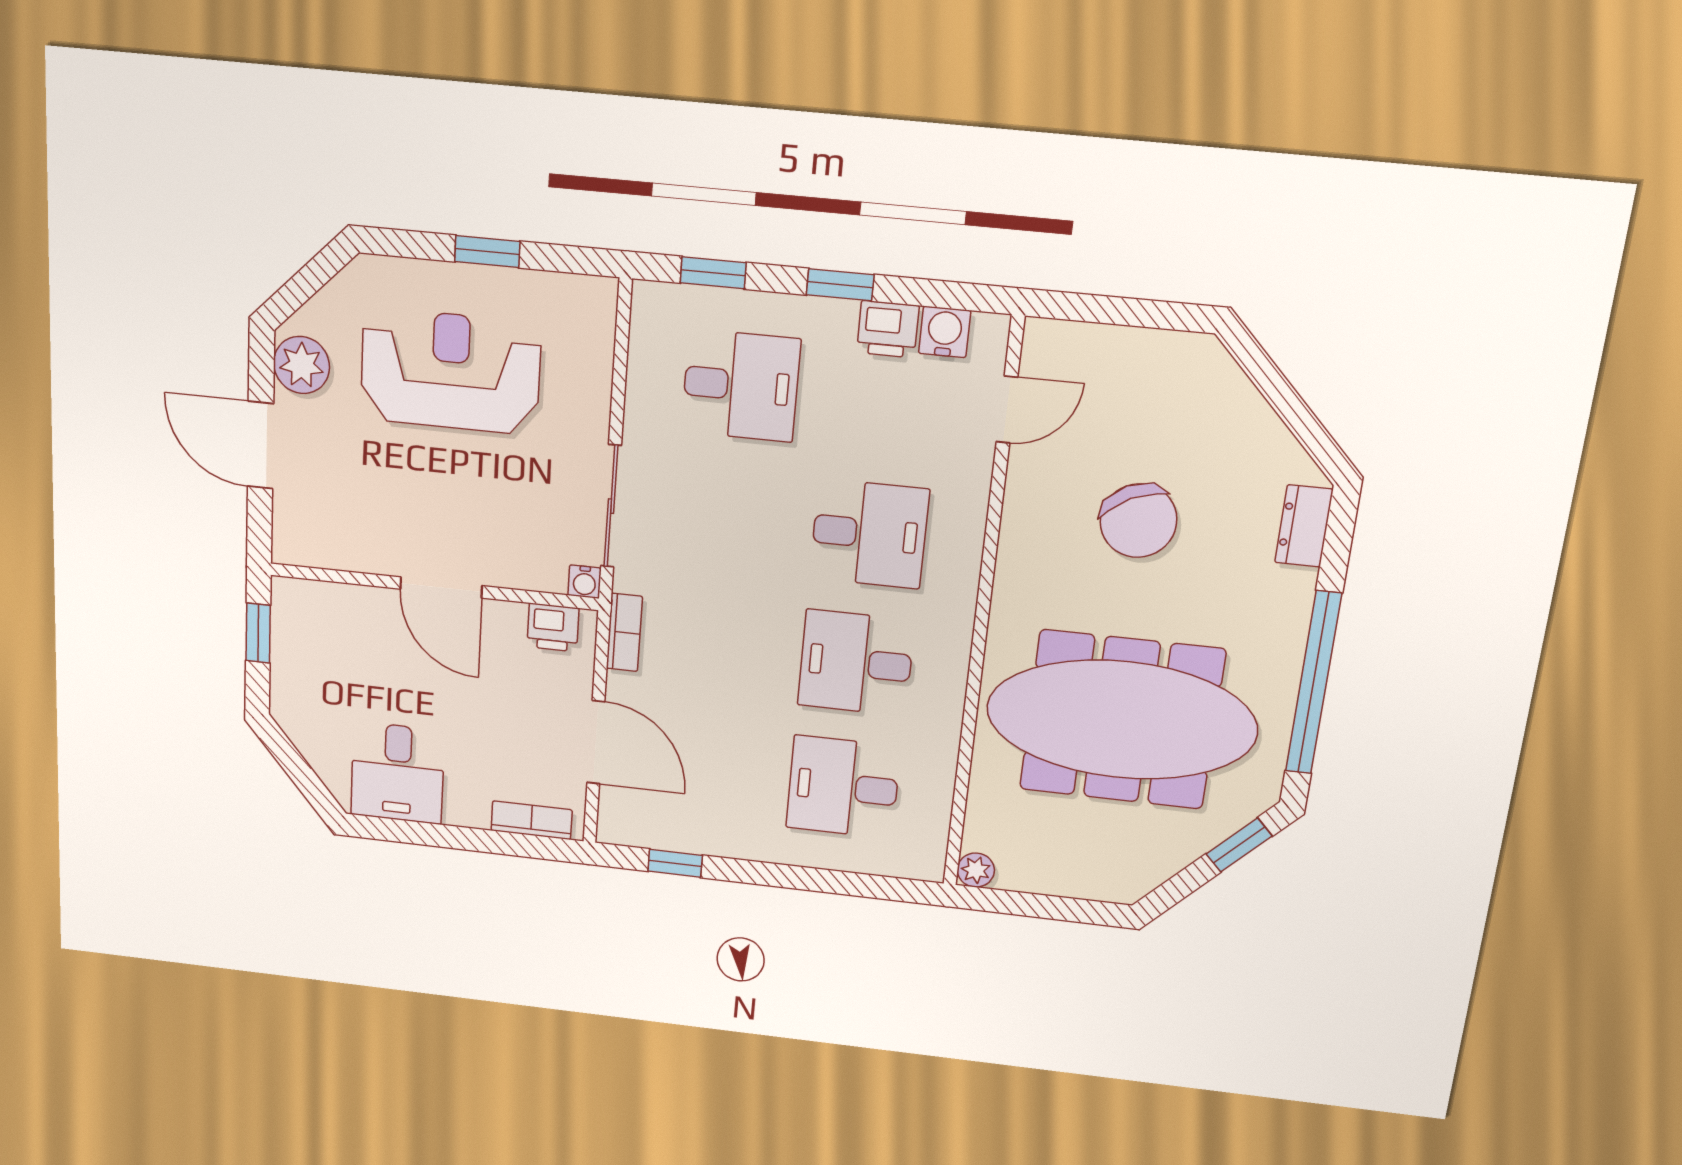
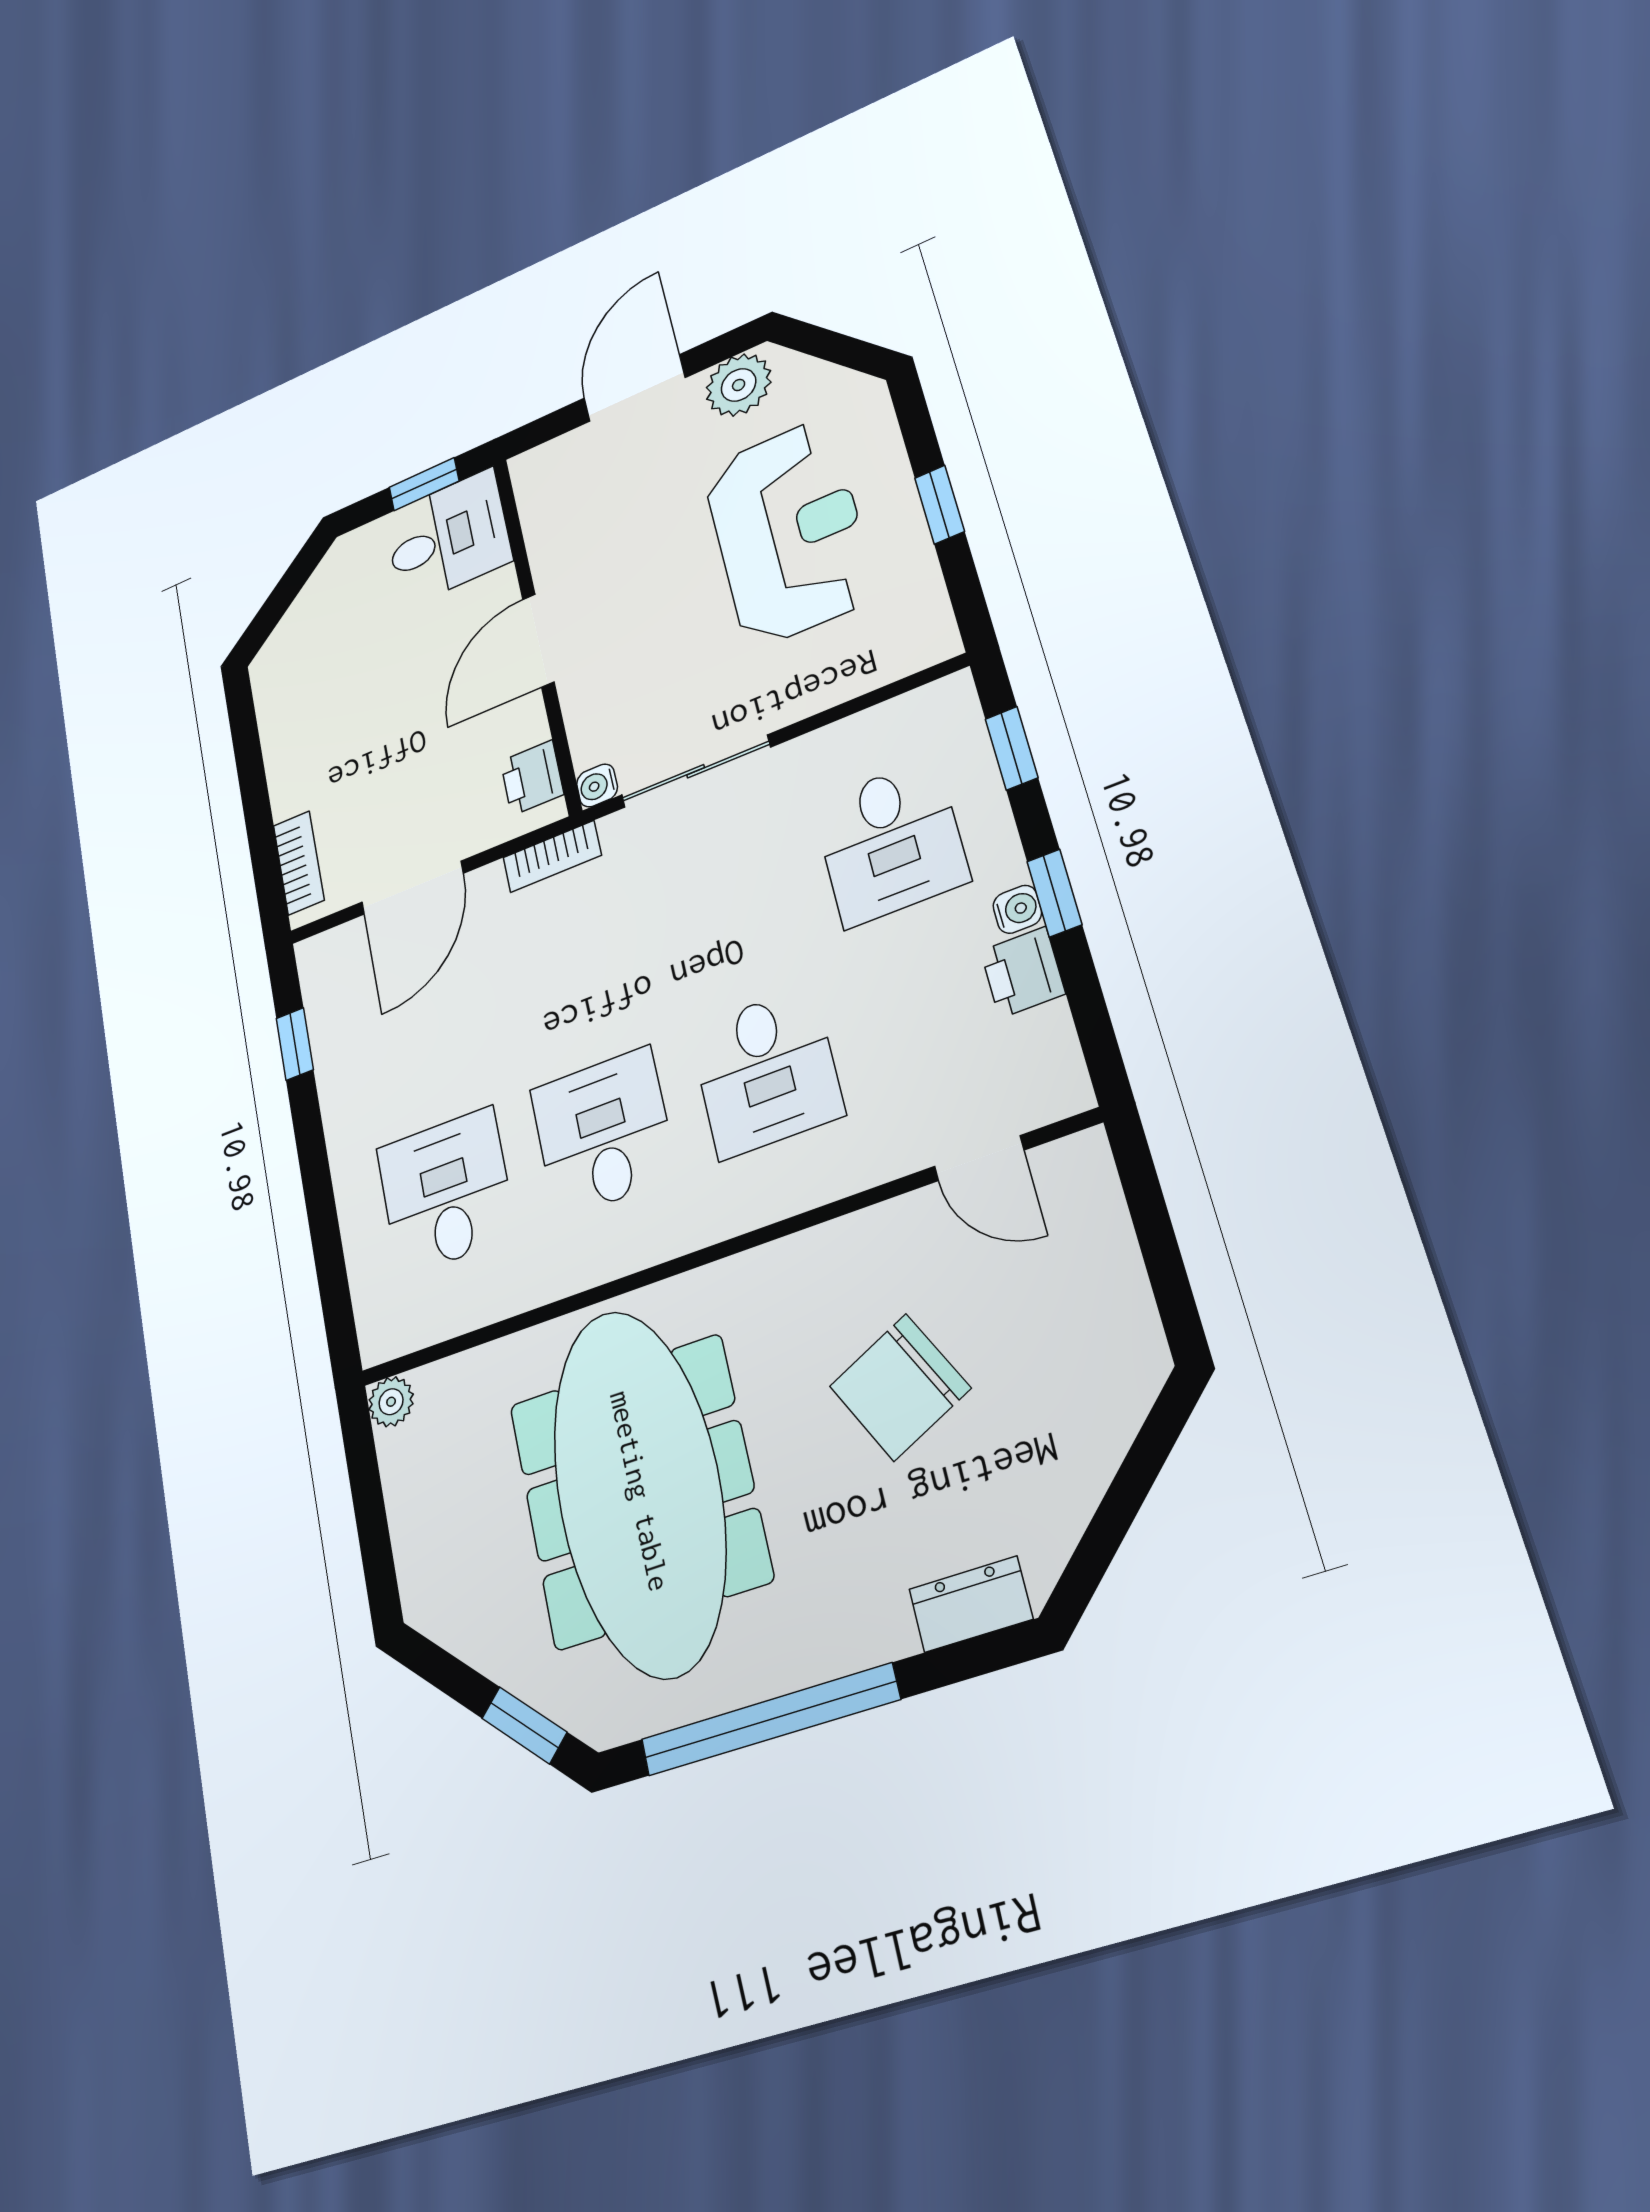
water cooler: (945, 332) -> (1017, 909), moved, width x0.72, depth x0.72
desk: (398, 773) -> (448, 538), moved, turned 180

